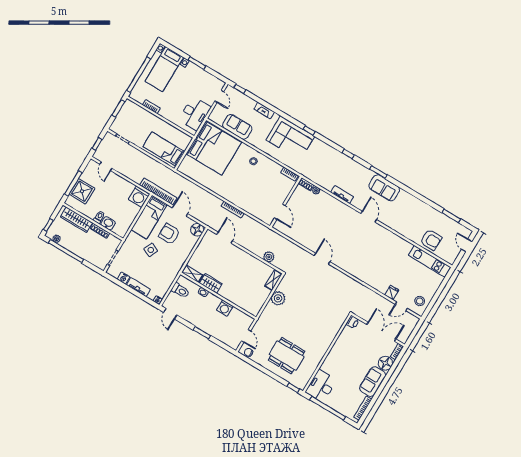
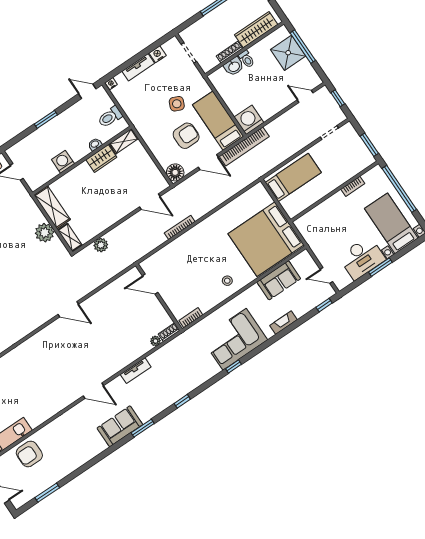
desk: (195, 114) -> (362, 258), moved, turned -90
shelving: (259, 301) -> (52, 207), added

